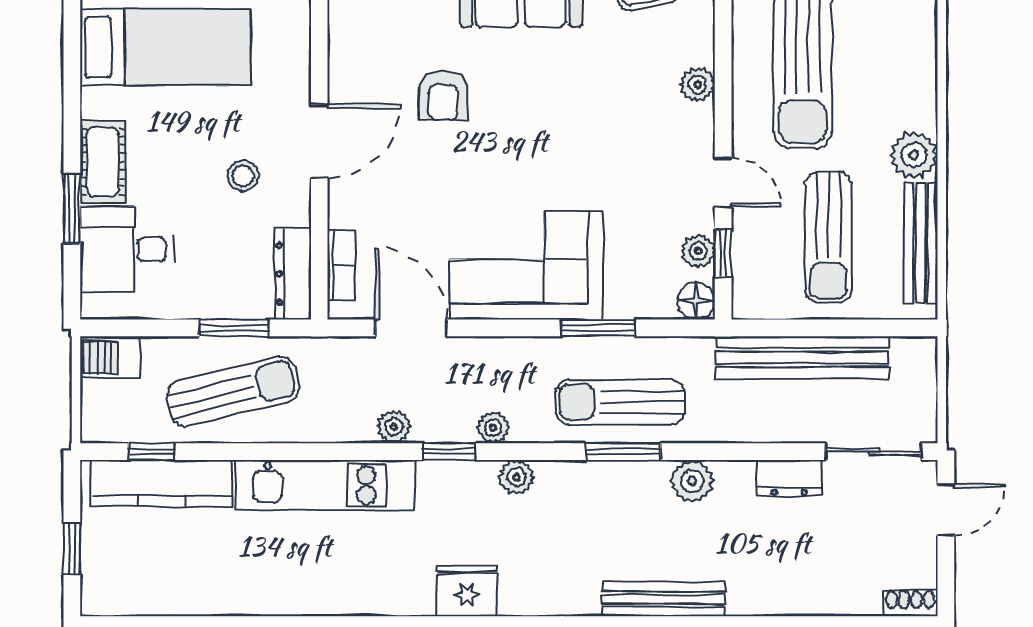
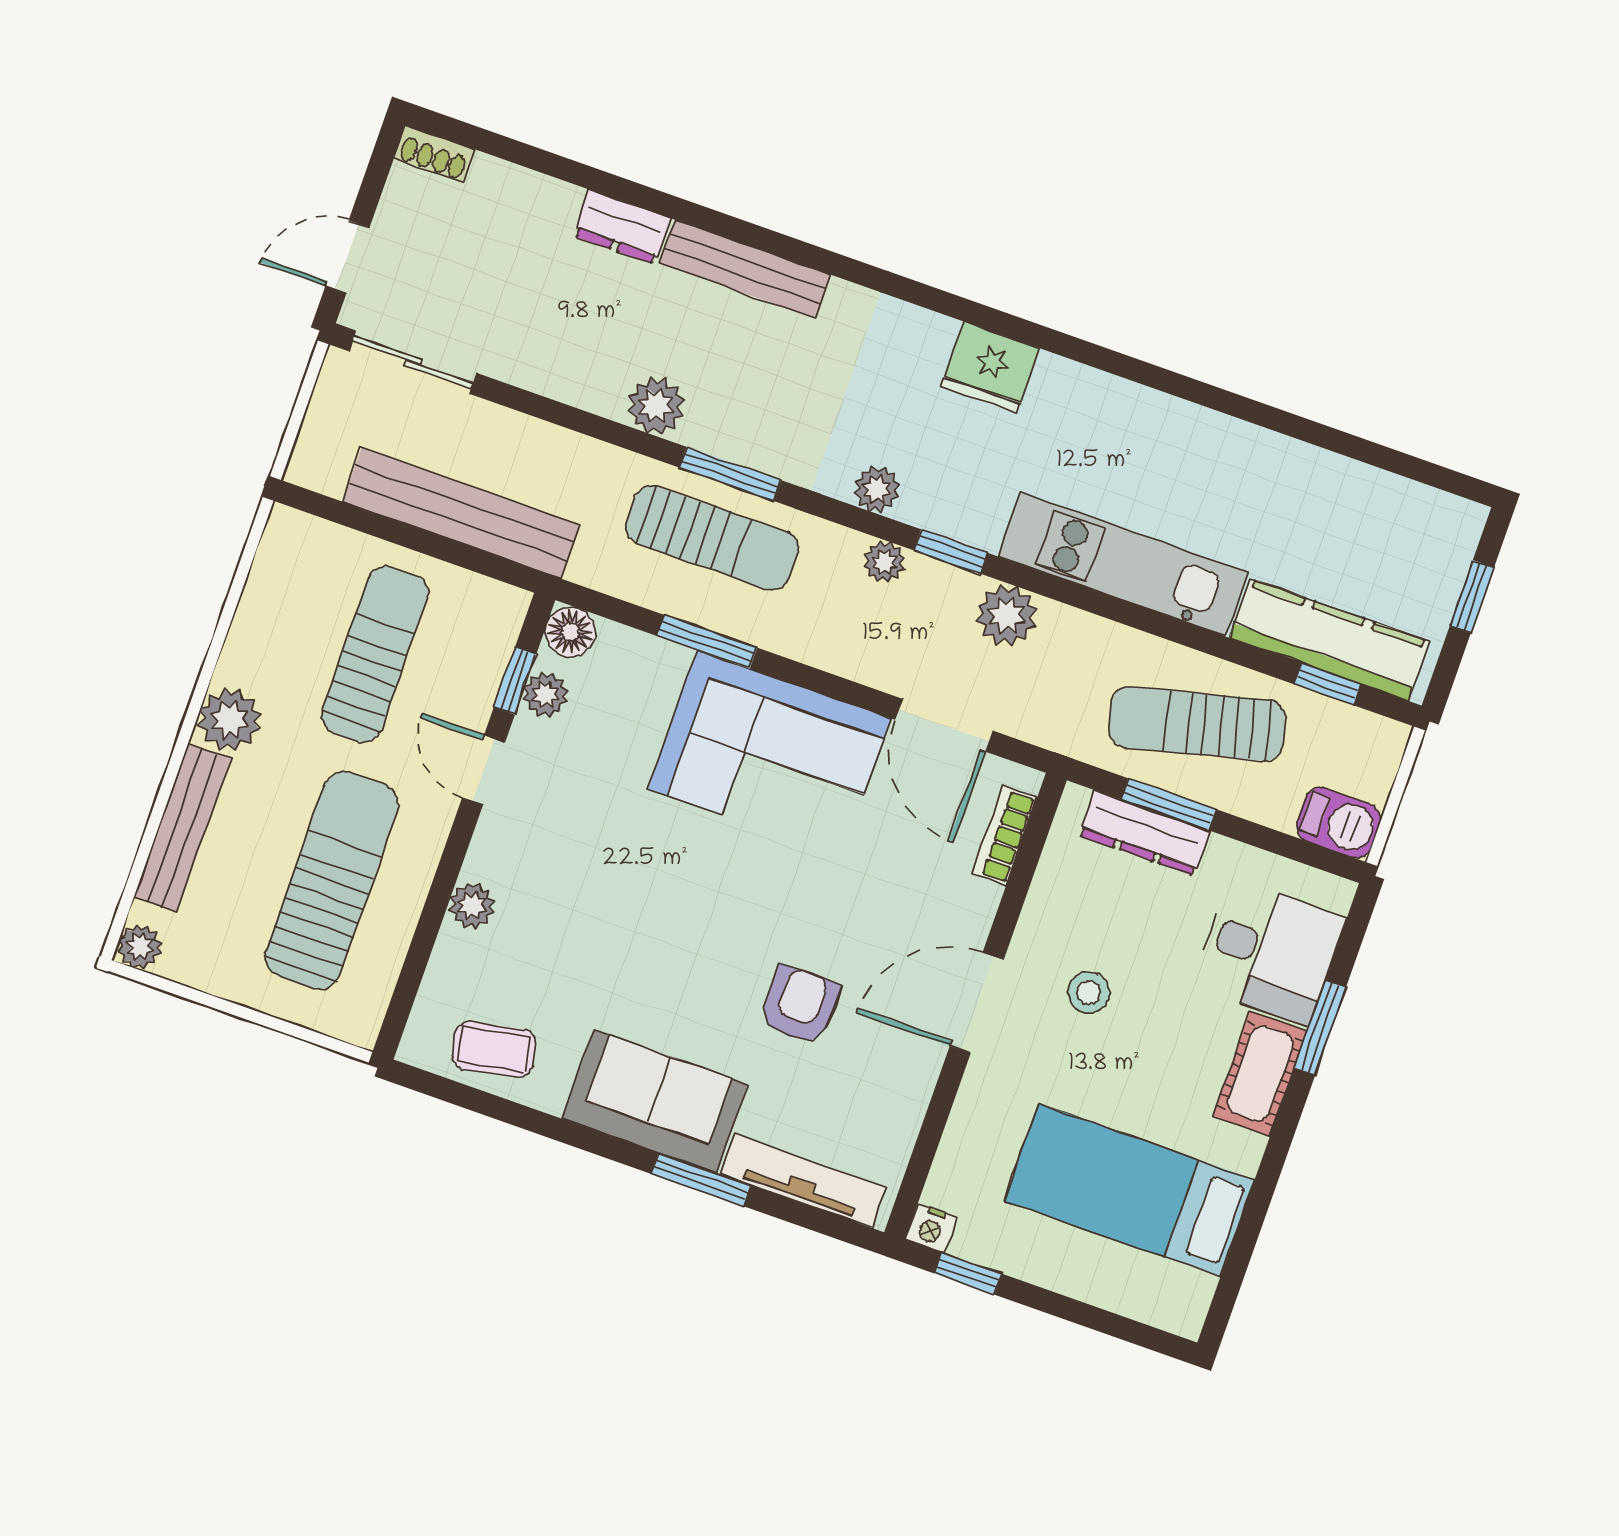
bench: (921, 243) -> (182, 828), moved
dresser: (293, 274) -> (1144, 833), moved, turned 90
plant: (394, 427) -> (1007, 615), width x1.38, depth x1.38
dresser: (789, 478) -> (622, 227), moved, turned 180

